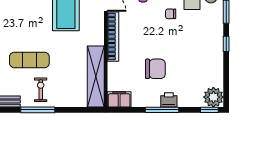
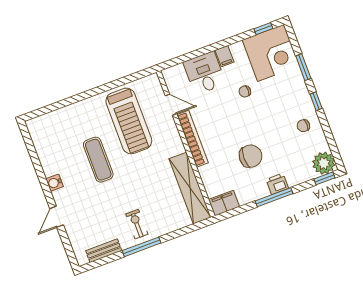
exercise mat: (29, 60) -> (98, 160), moved, turned 90
chair: (208, 60) -> (303, 126), added

